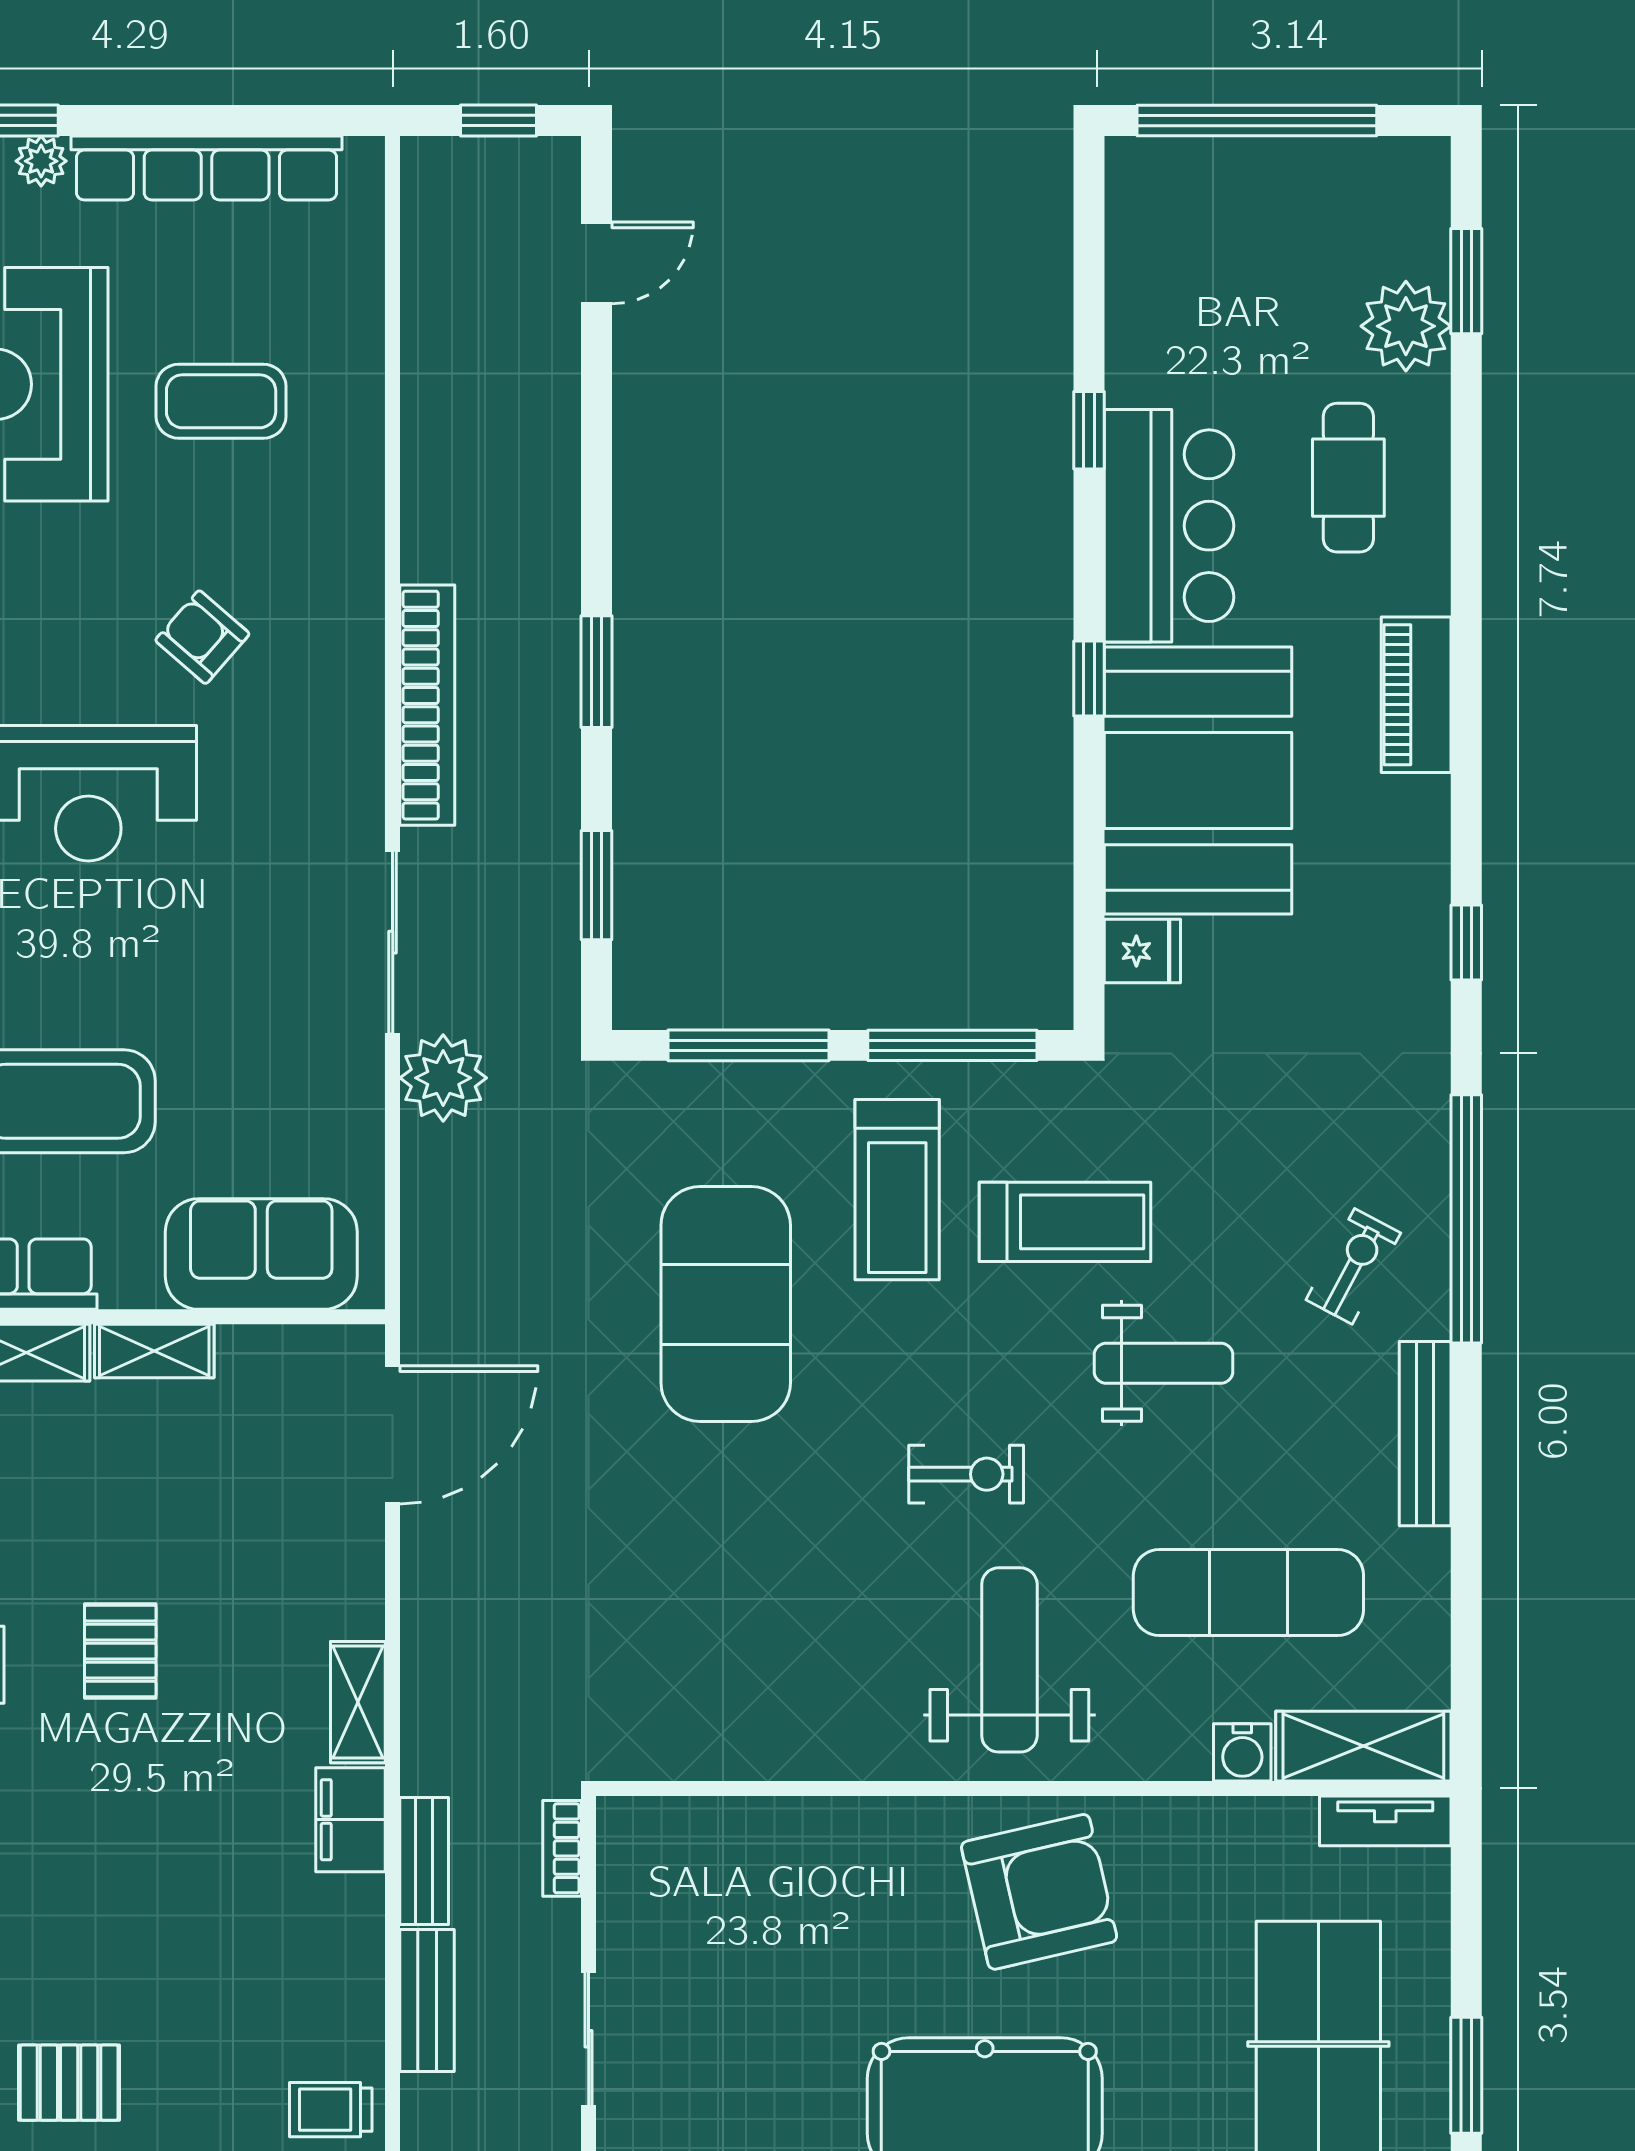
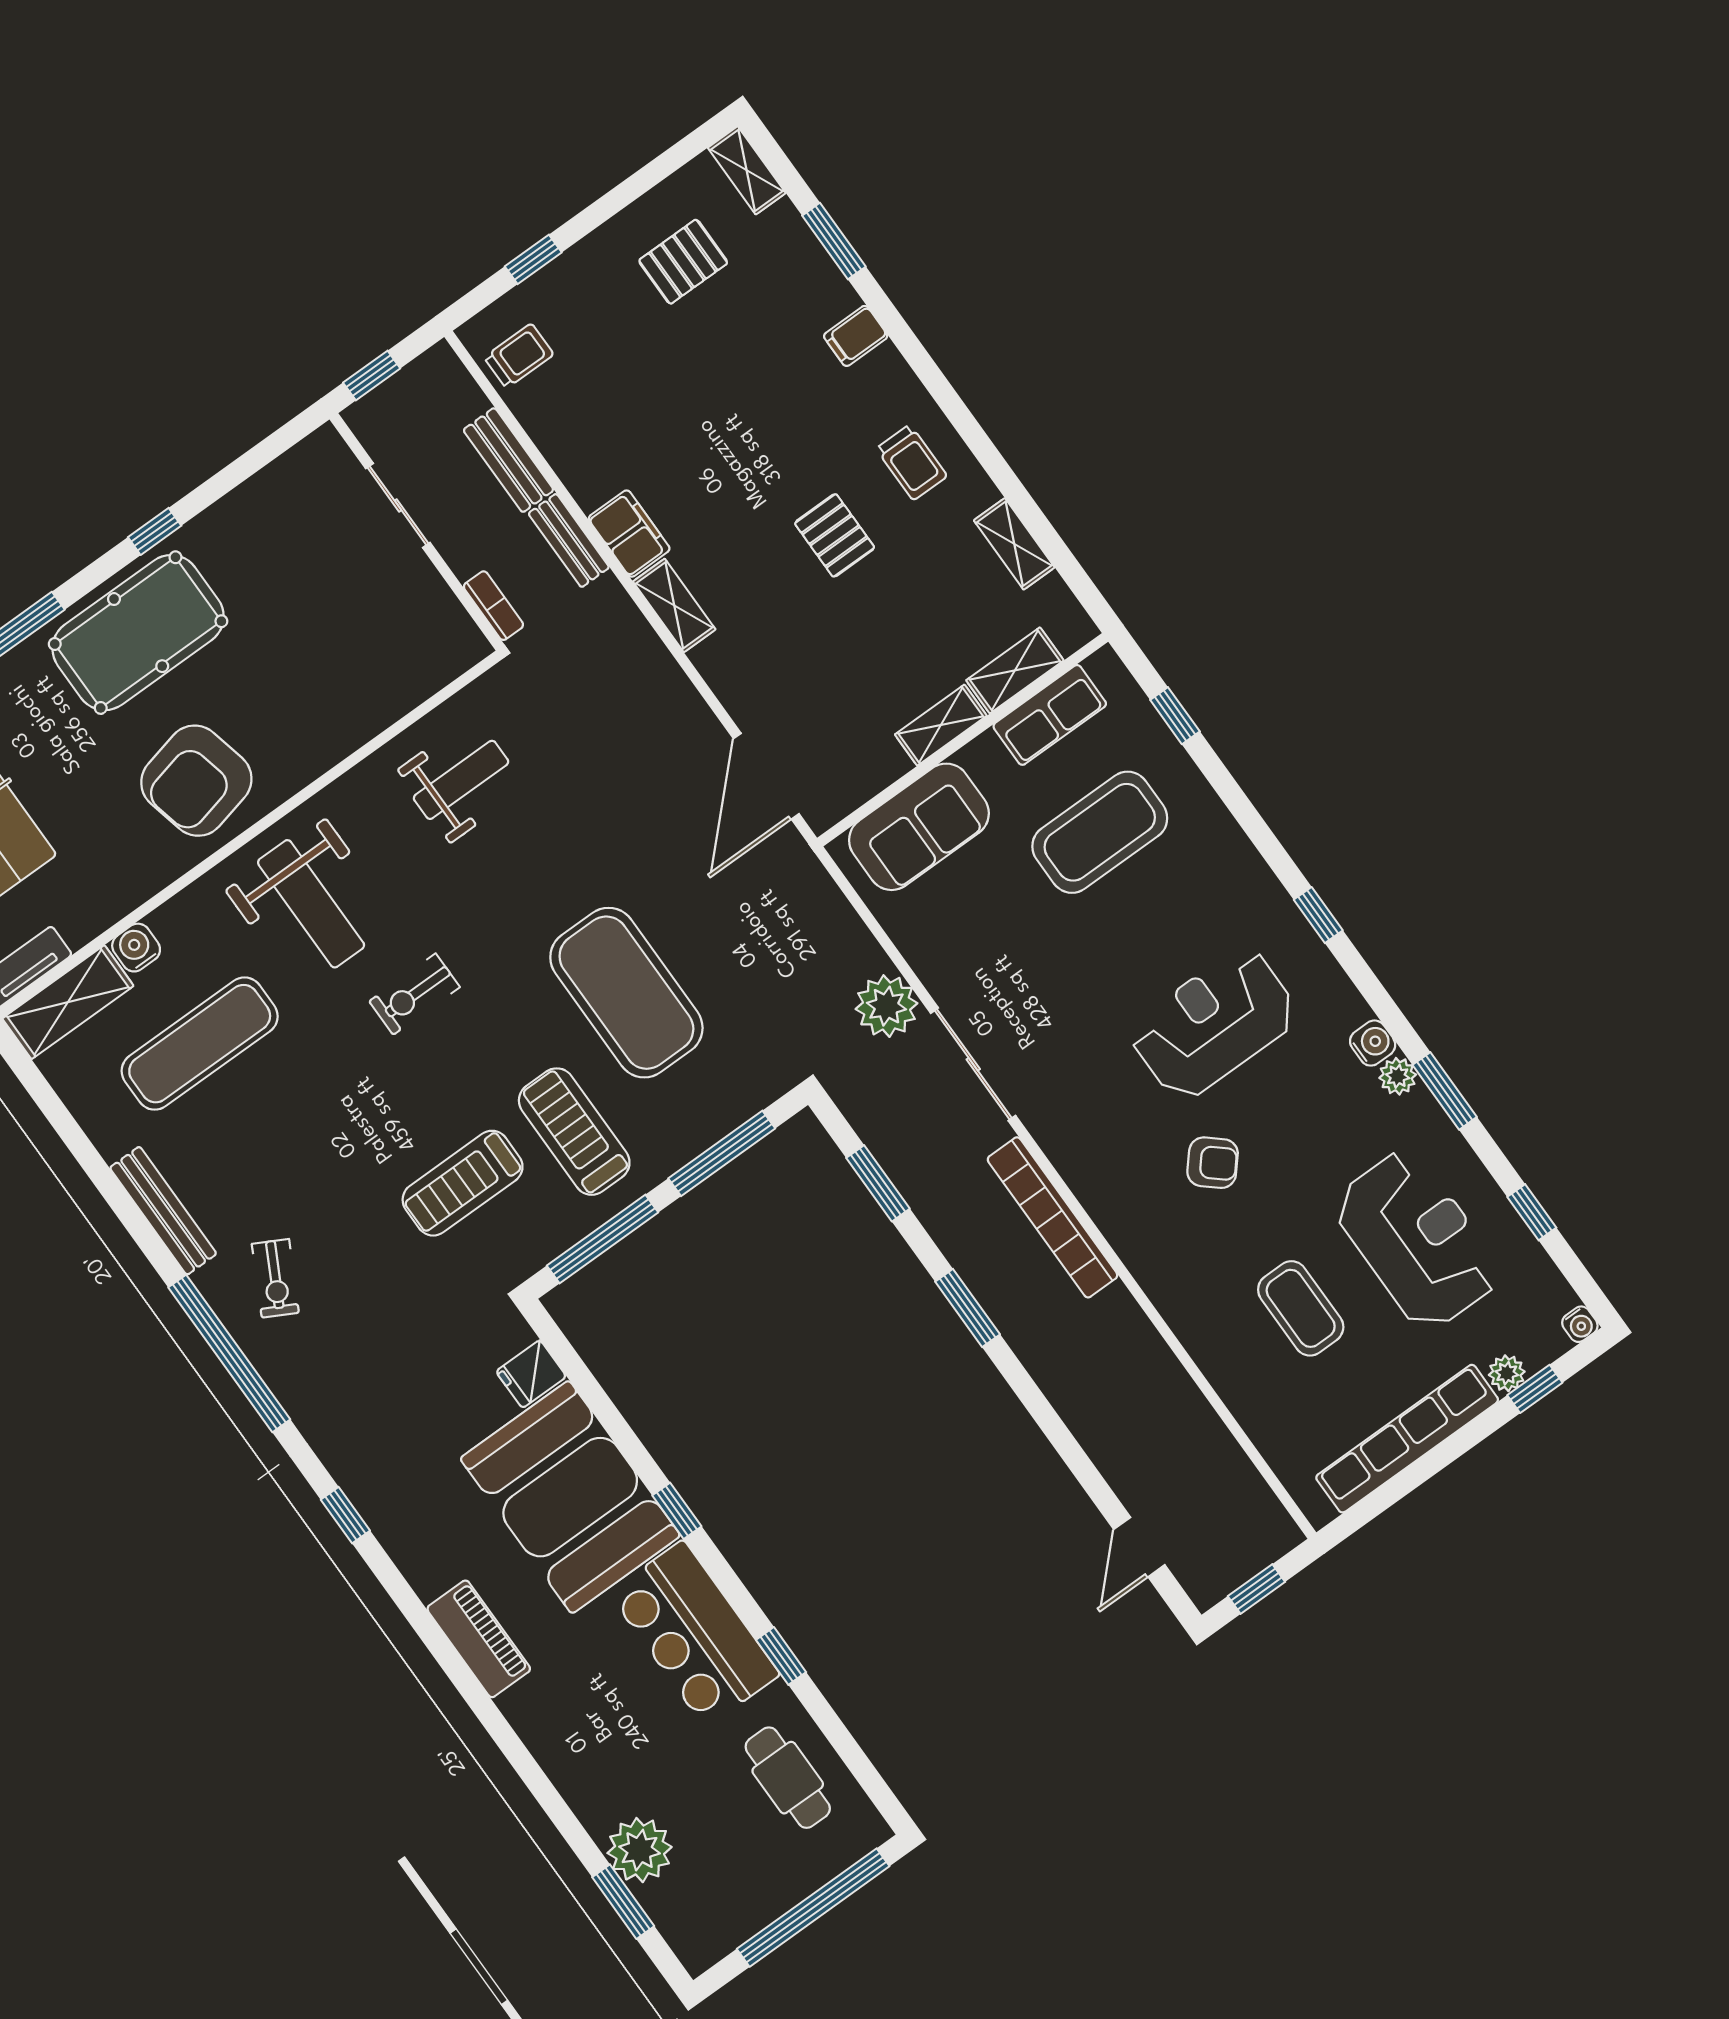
coffee table: (221, 401) -> (1301, 1308), turned 90
cafe table: (1348, 478) -> (788, 1778), moved
weight bench: (1163, 1363) -> (461, 780), moved, turned 180

